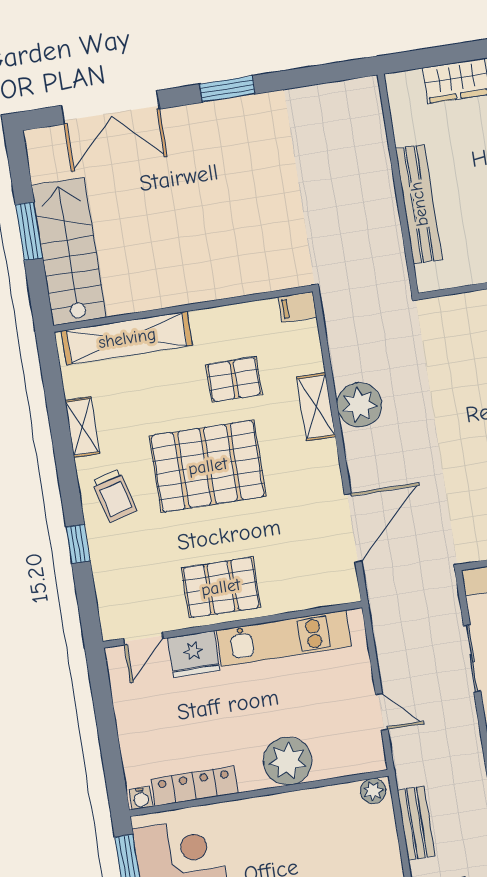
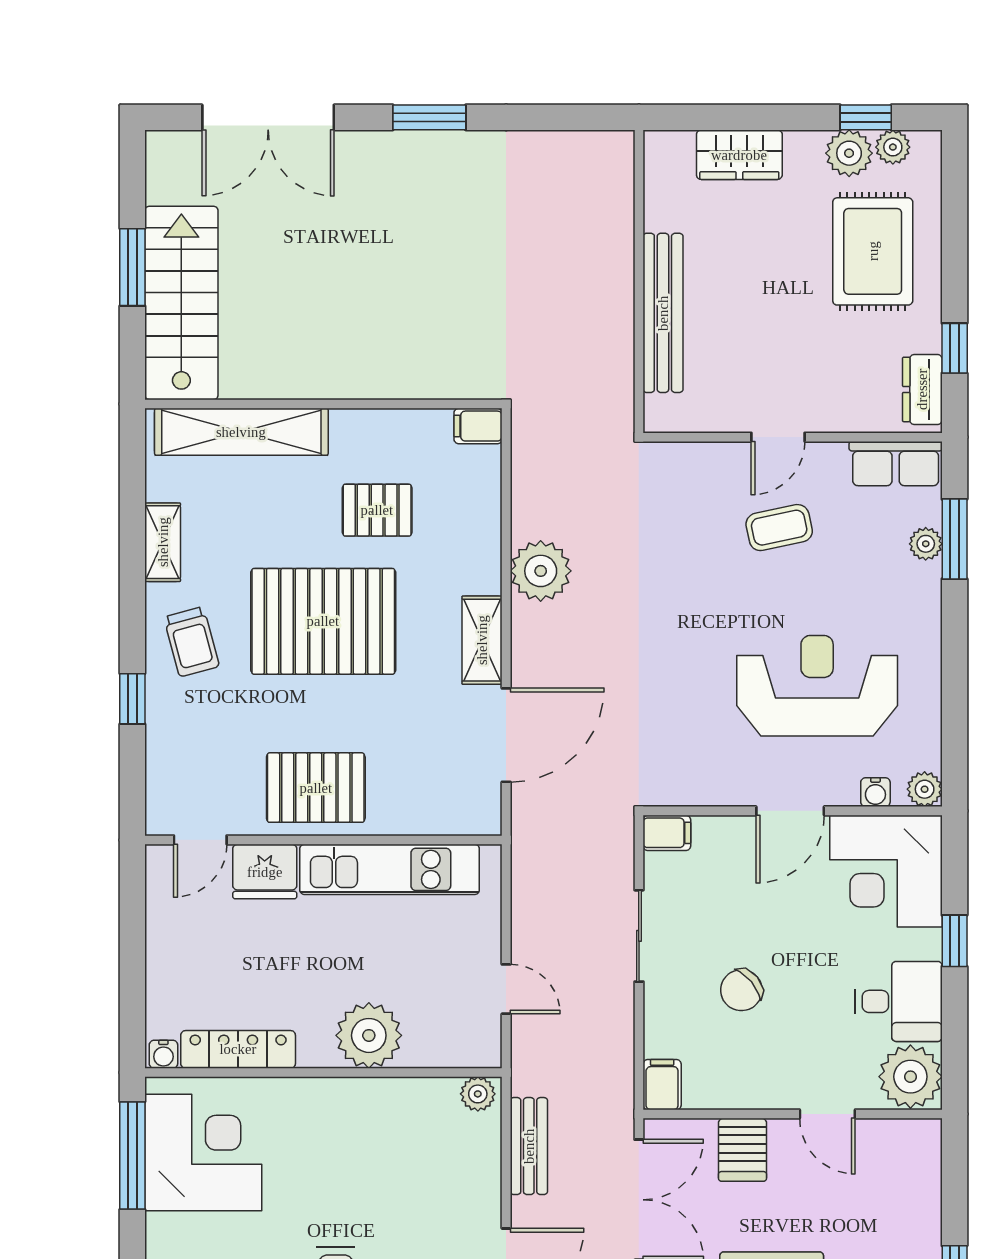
shelving: (316, 407) -> (482, 640), moved

